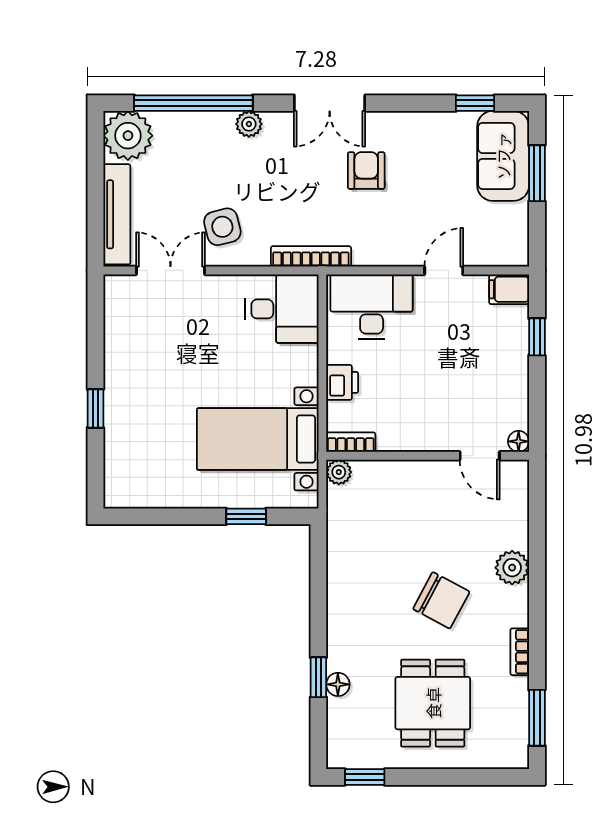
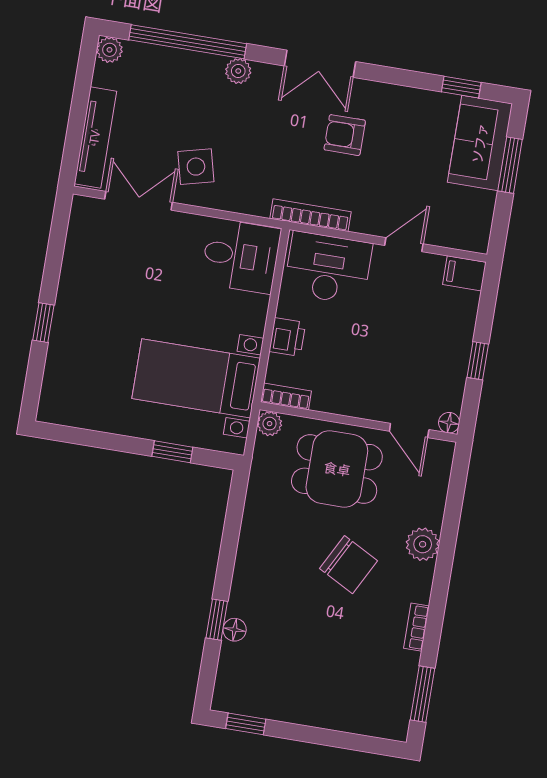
plant: (128, 136) -> (110, 50), width x0.53, depth x0.53
armchair: (366, 170) -> (345, 135), turned -90
bookcase: (311, 256) -> (311, 215), moved
window: (537, 337) -> (478, 361), moved
dining table: (433, 703) -> (337, 469), moved, turned 90

